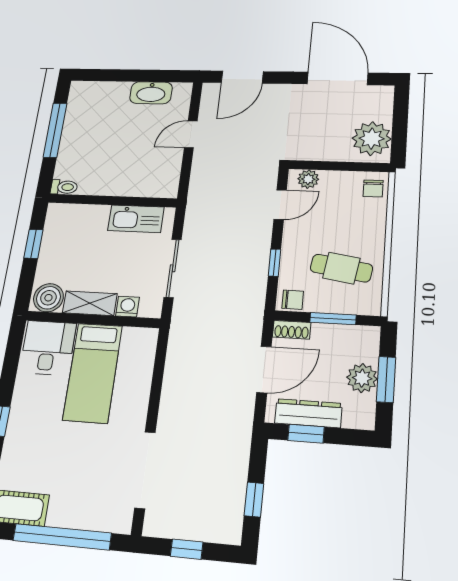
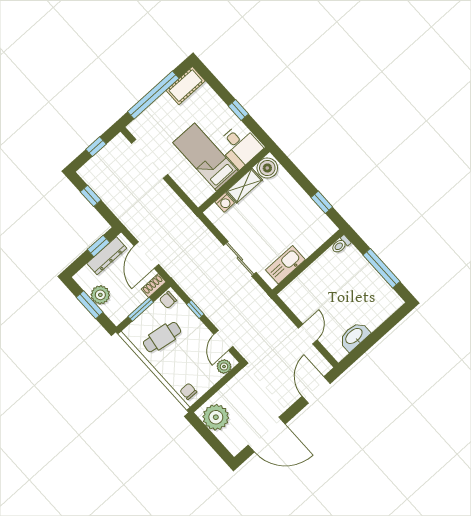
boiler: (48, 298) -> (267, 168), moved
shelving: (90, 303) -> (244, 186), moved
washing machine: (128, 307) -> (225, 202), moved
wall: (93, 320) -> (234, 180), moved
desk: (48, 348) -> (240, 146), moved
bed: (93, 373) -> (206, 157), moved

